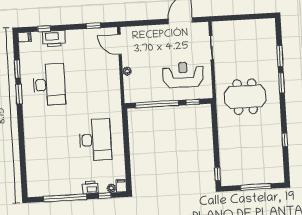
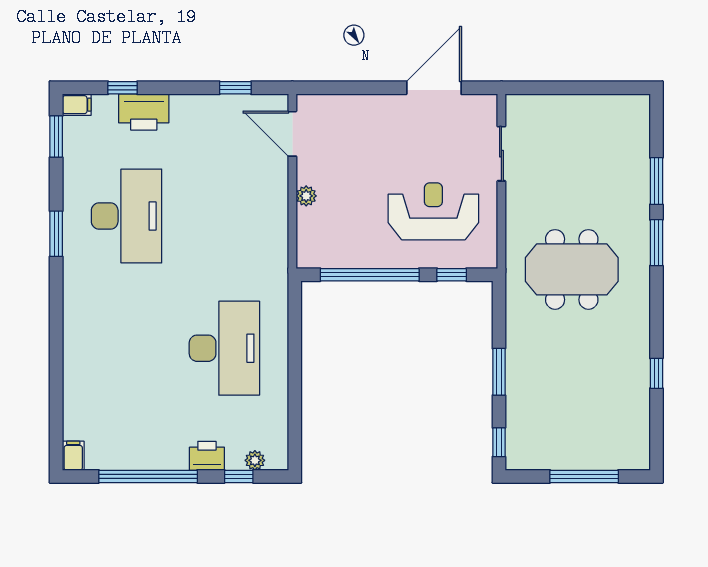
window: (17, 69) -> (56, 137), moved
window: (216, 143) -> (499, 372), added
filing cabinet: (121, 186) -> (73, 456), moved

